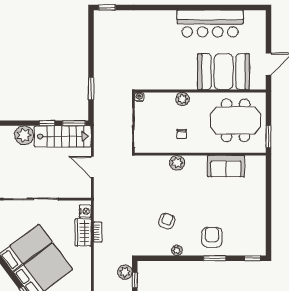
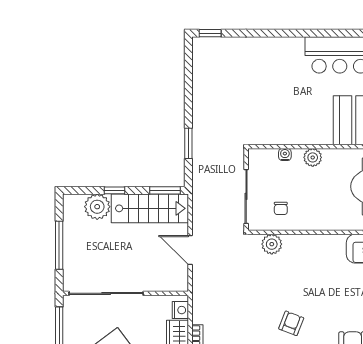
water cooler: (139, 97) -> (285, 155), moved
window: (47, 123) -> (114, 190), moved
chair: (182, 134) -> (281, 208), moved
plant: (177, 163) -> (272, 244), moved

